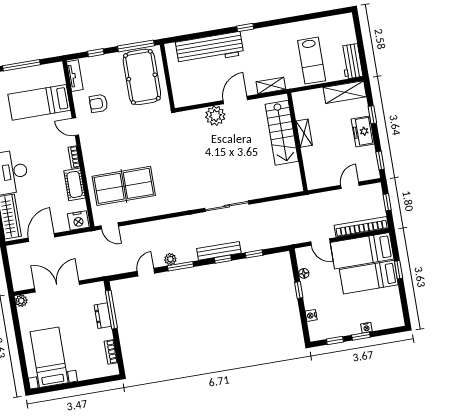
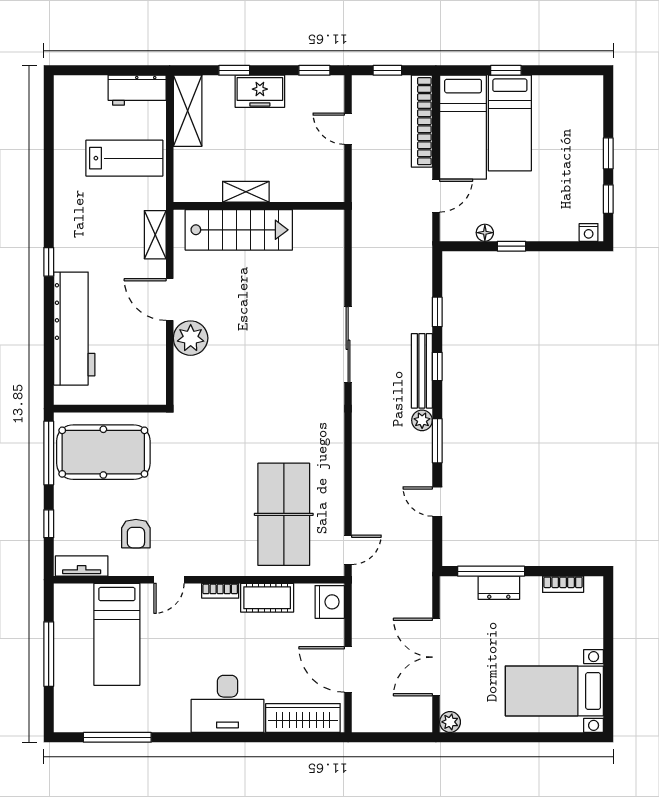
plant: (170, 259) -> (422, 420), moved
nightstand: (311, 315) -> (589, 232), moved
nightstand: (366, 328) -> (595, 142), removed

